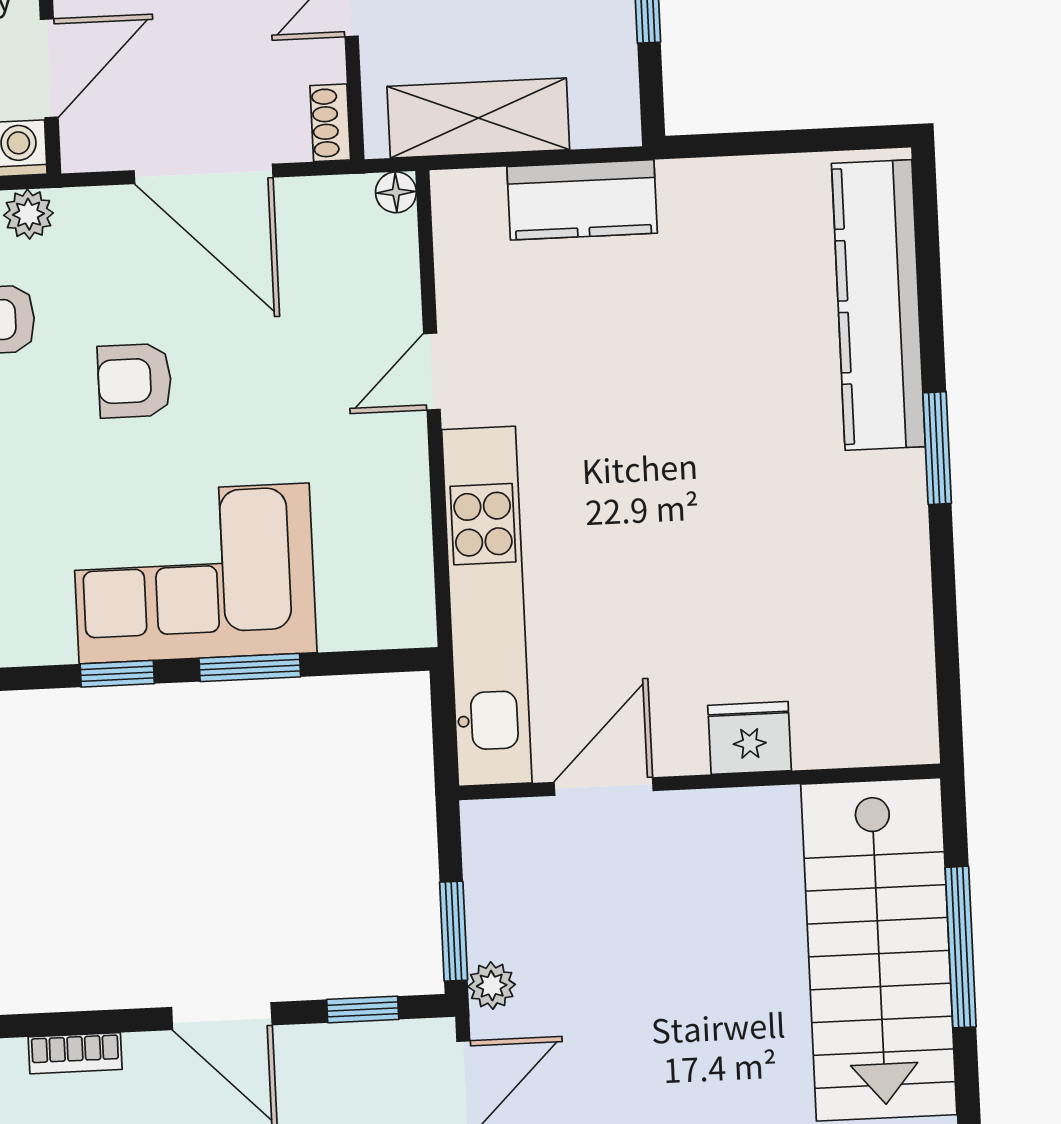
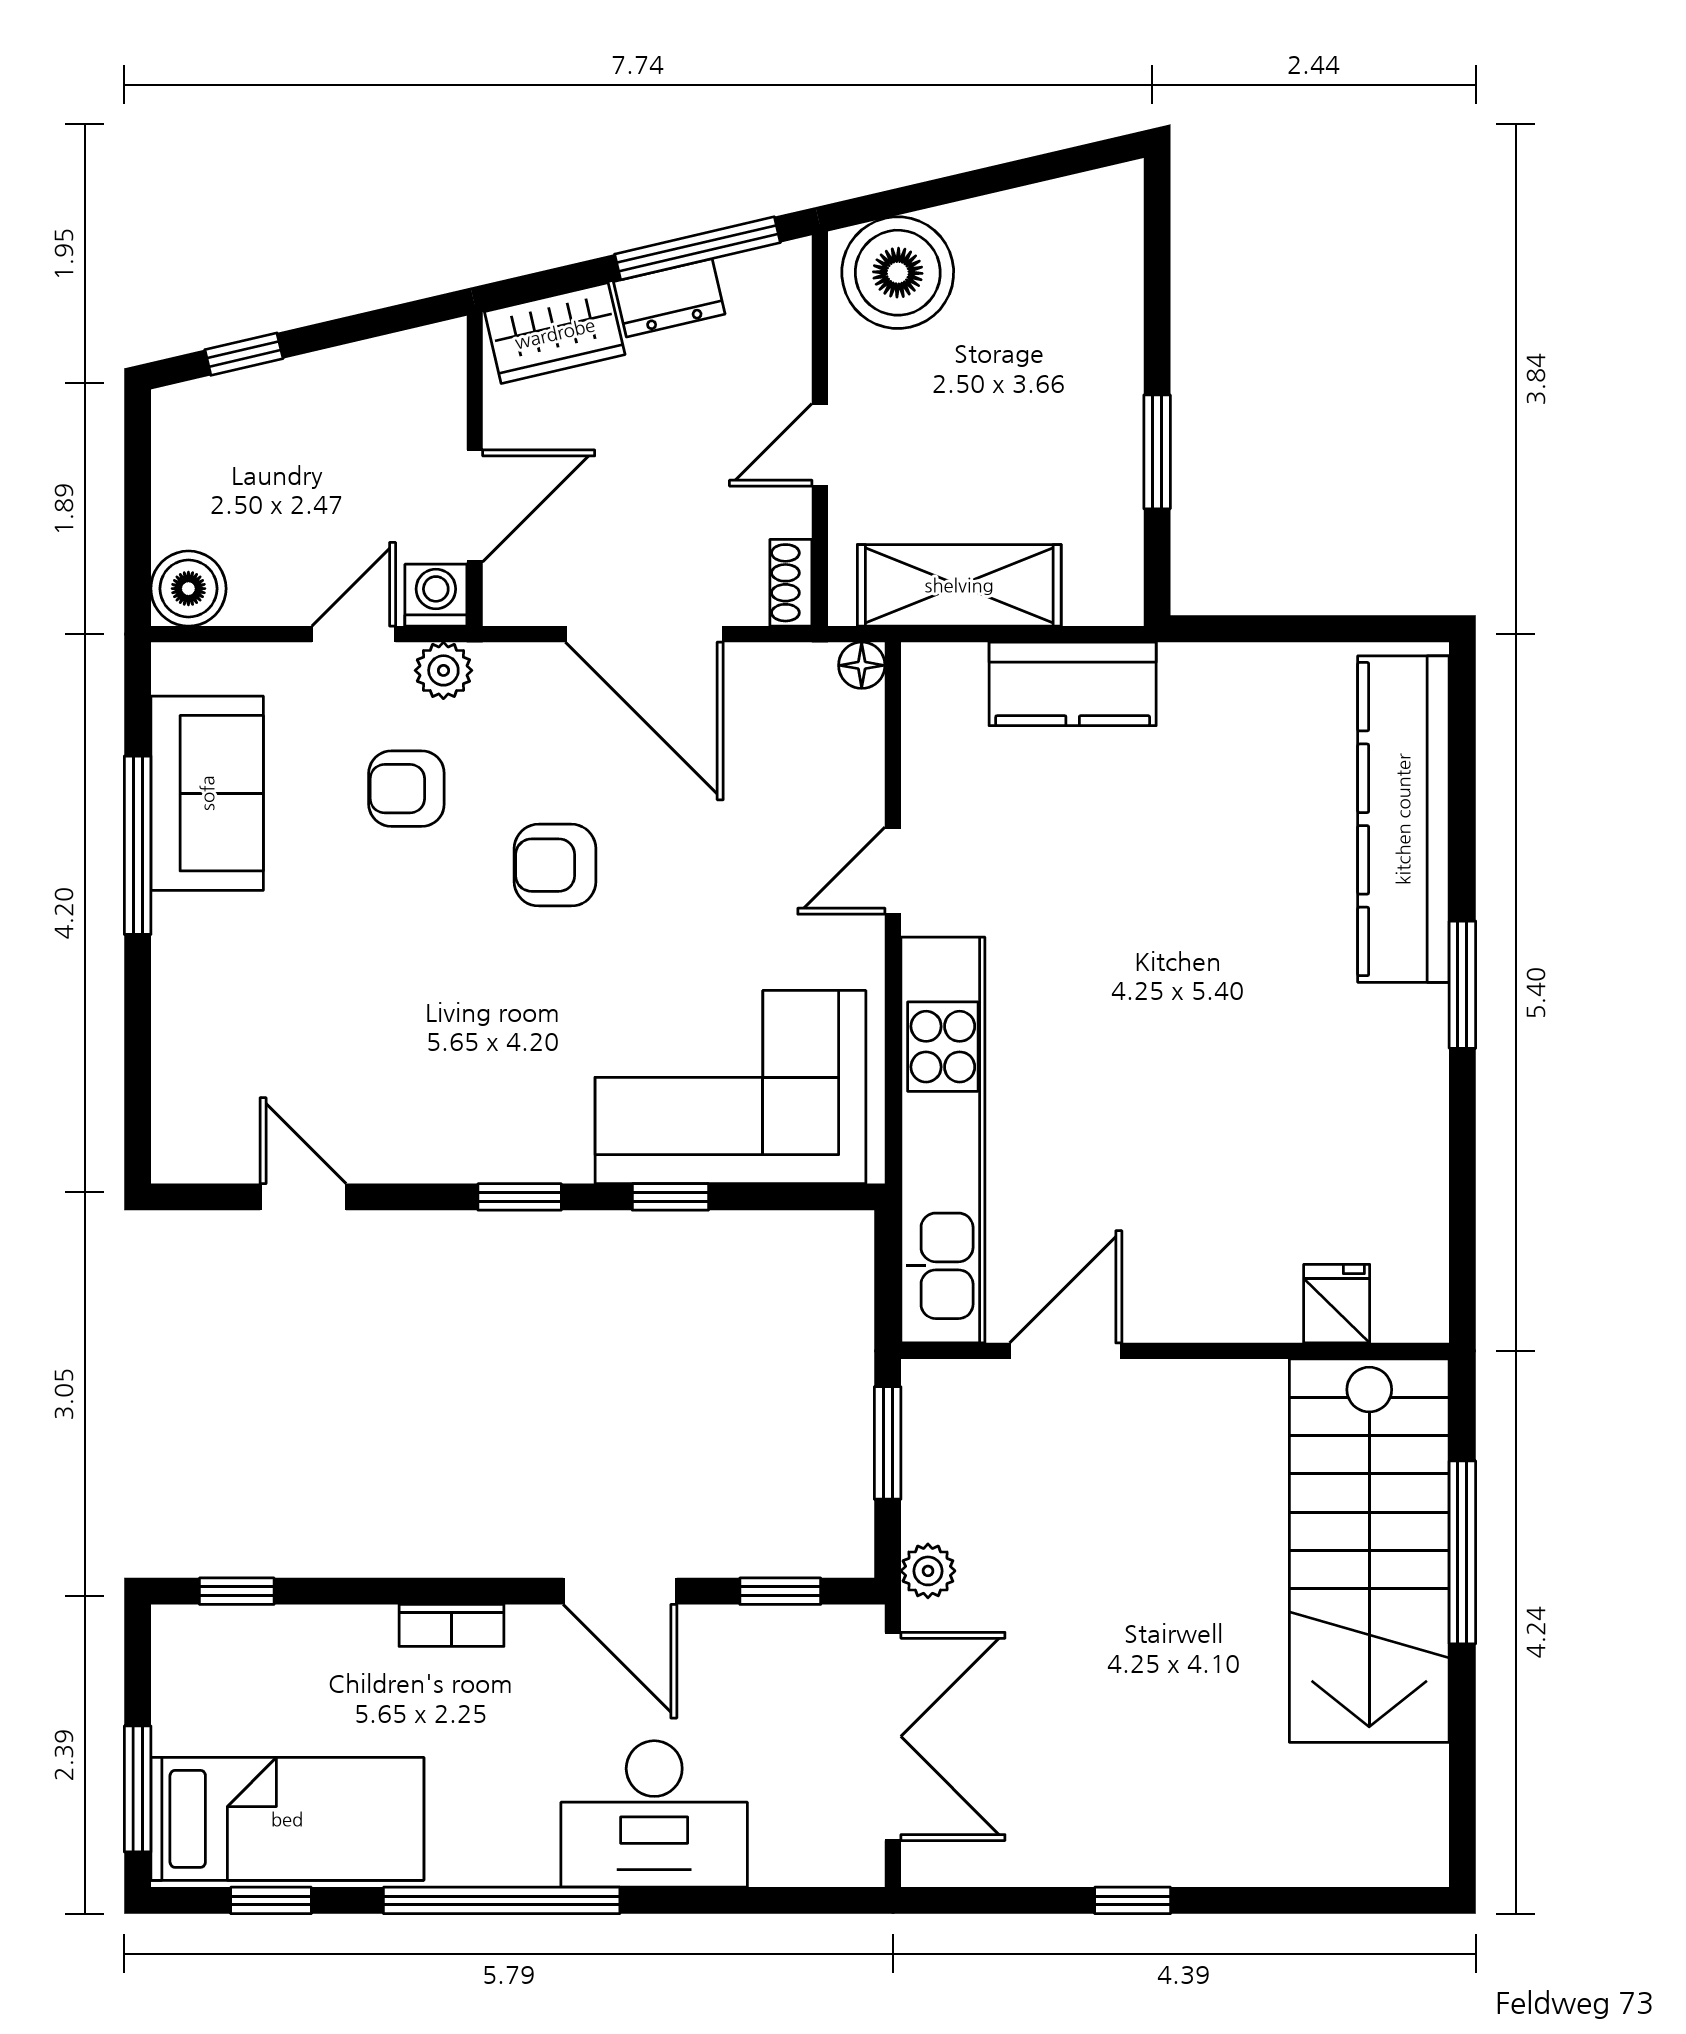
corner sofa: (194, 573) -> (730, 1087), moved
window: (250, 667) -> (670, 1197), width x0.67
fridge: (750, 738) -> (1337, 1304), moved, width x0.72
window: (454, 931) -> (888, 1443), moved

